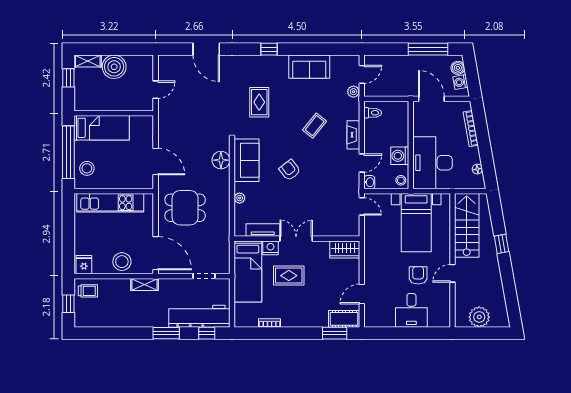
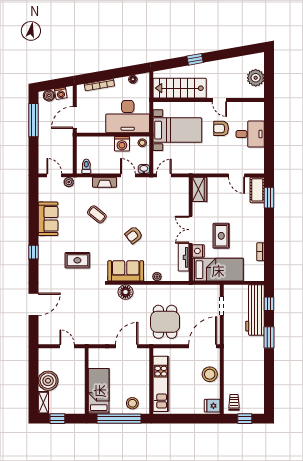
shelving: (144, 284) -> (229, 355), removed

